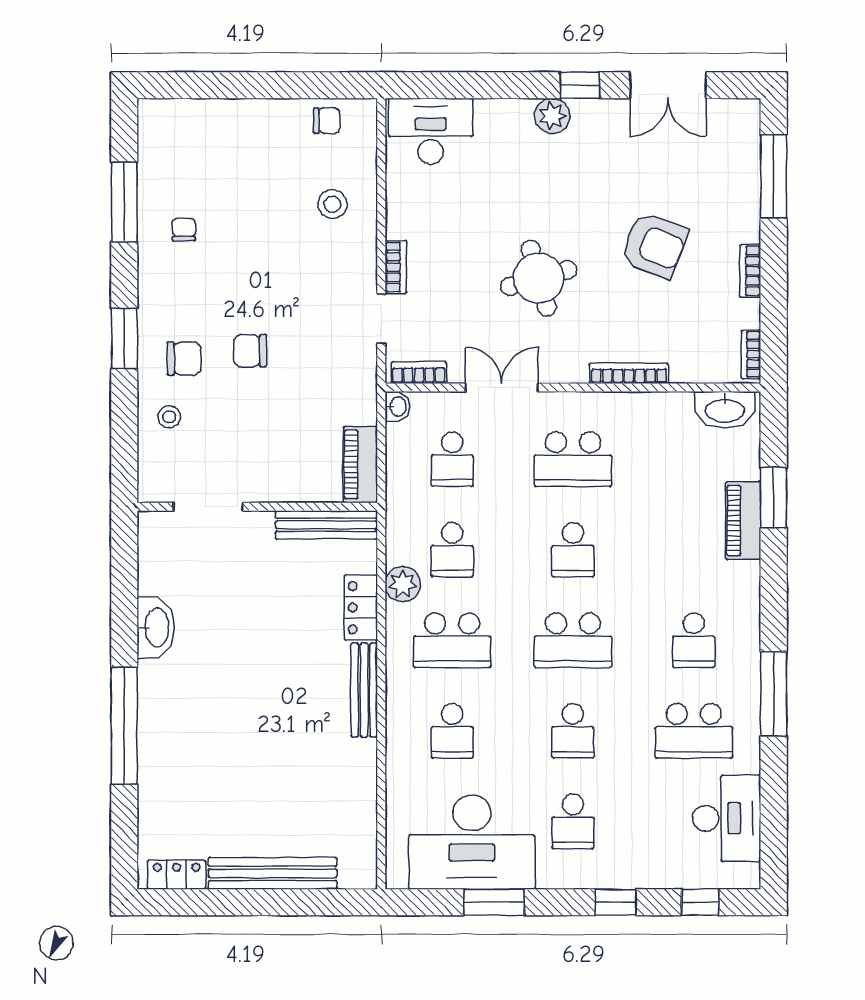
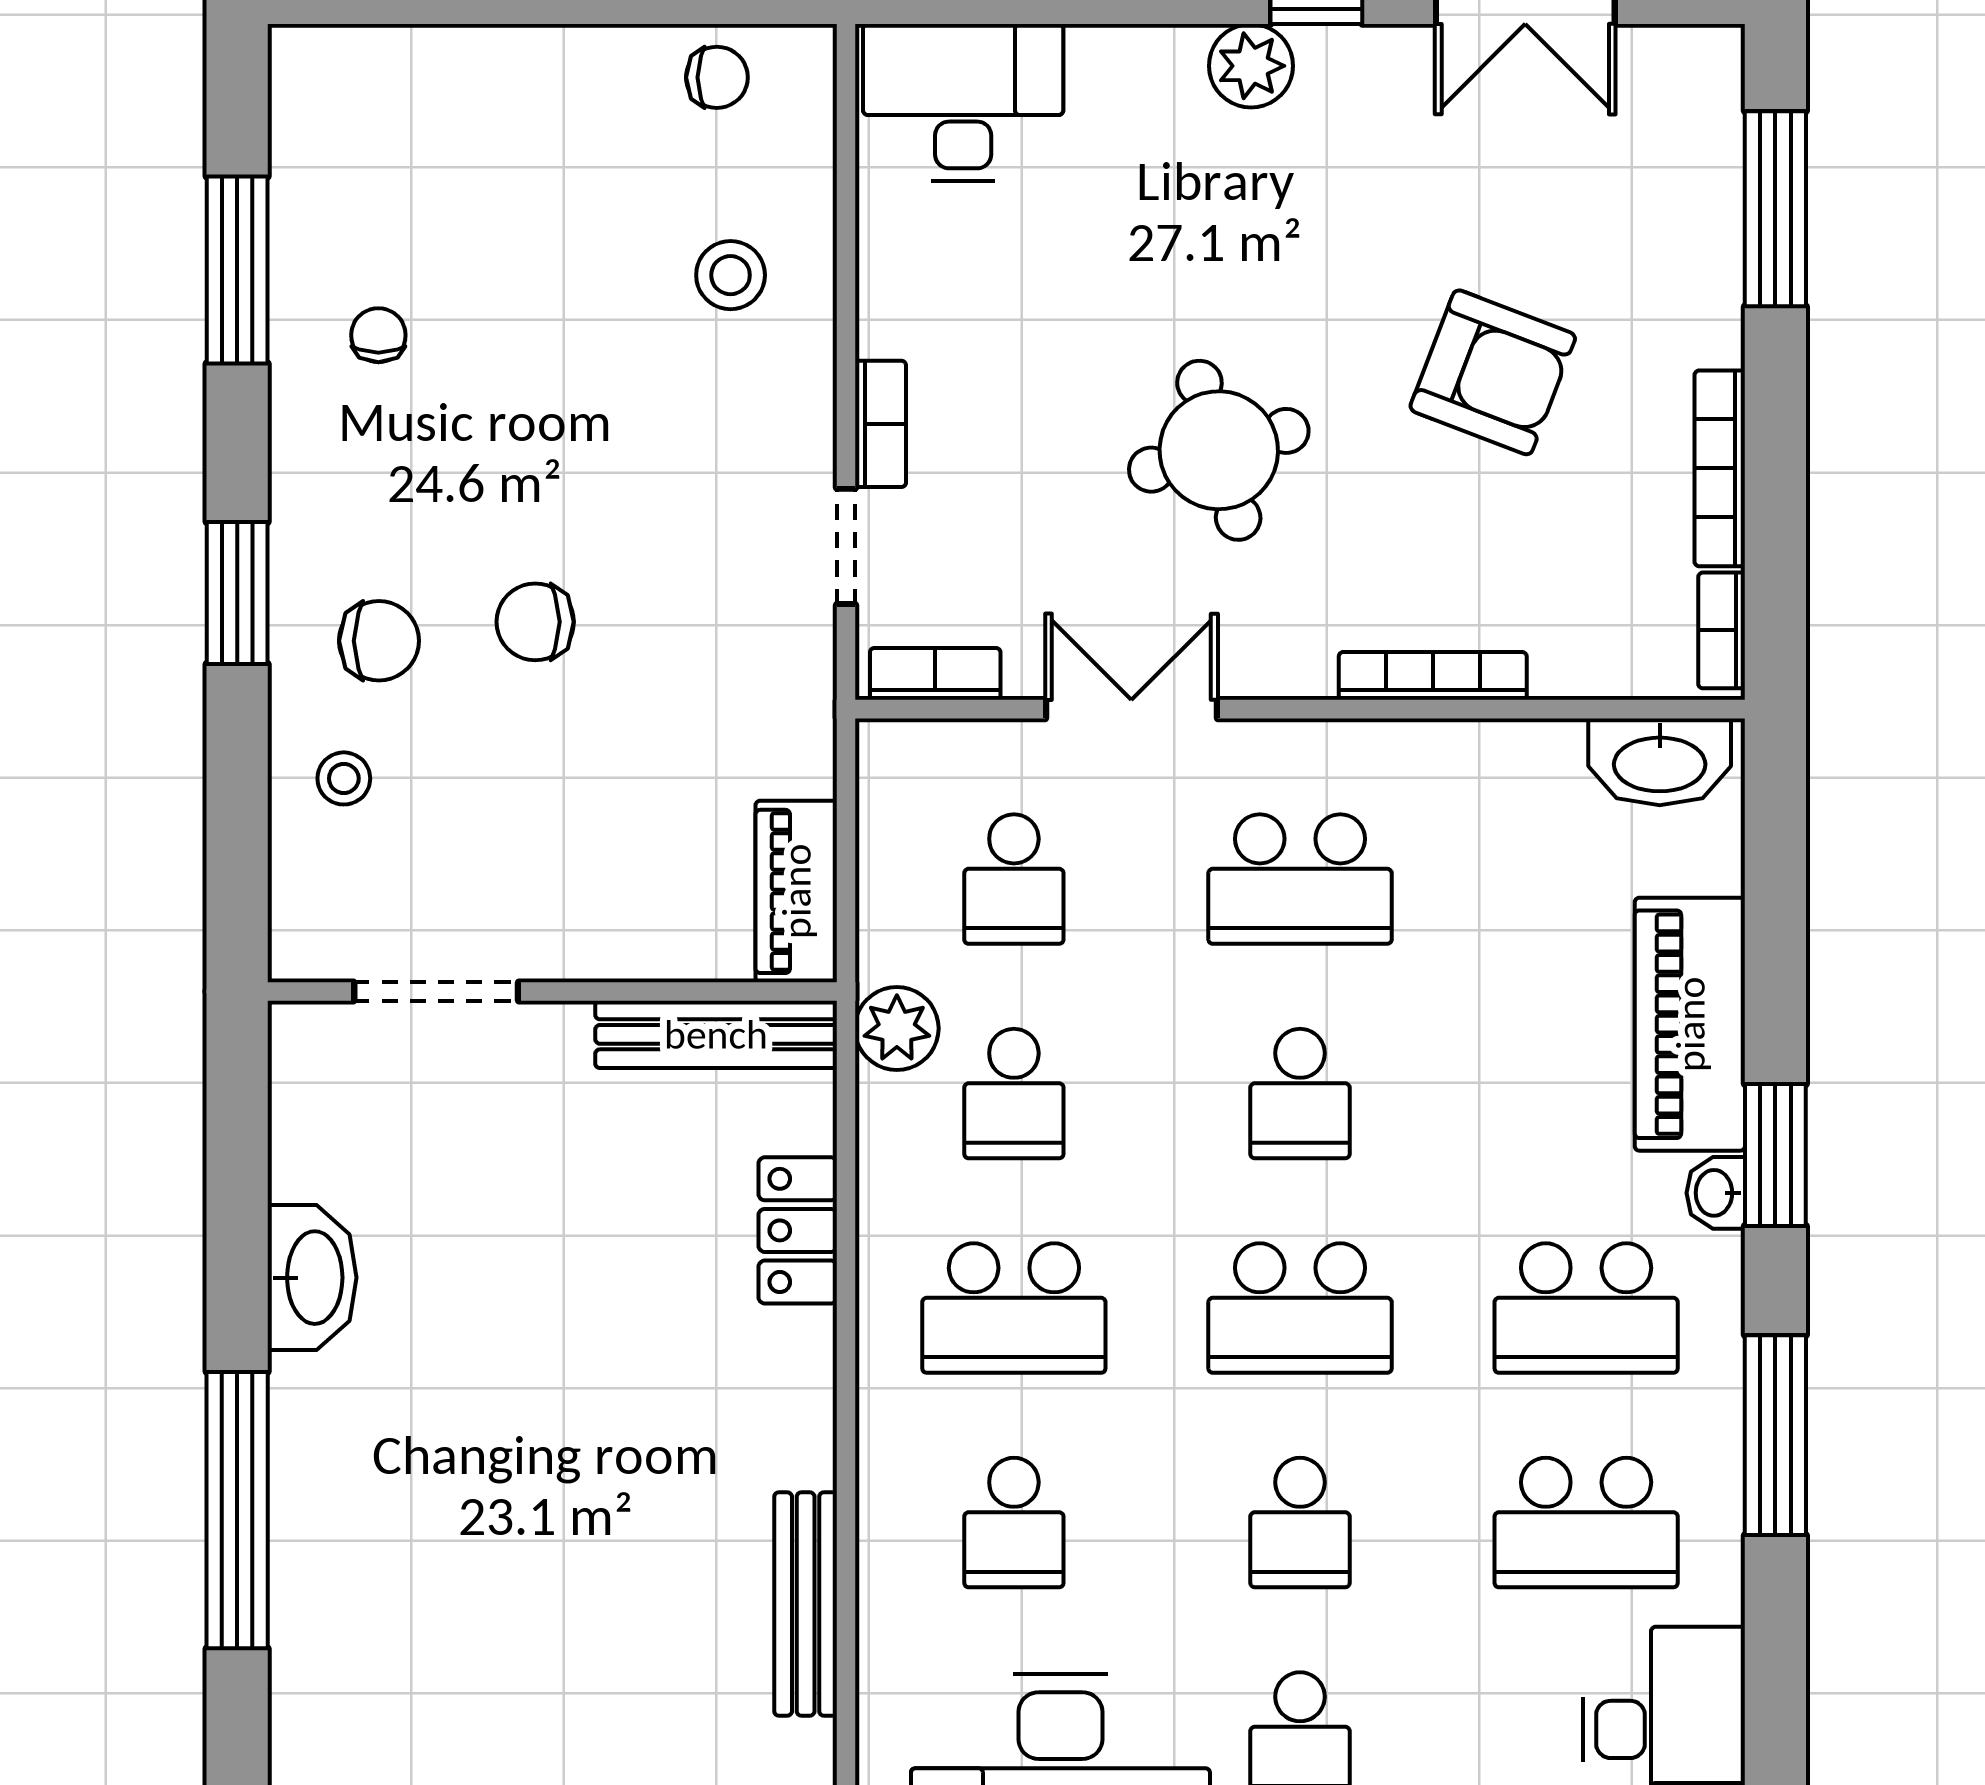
bookcase: (750, 271) -> (1720, 468), width x1.56
washbasin: (397, 407) -> (1716, 1193), moved, turned 180
window: (774, 498) -> (1775, 1155), moved
piano: (743, 520) -> (1690, 1024), width x1.37, depth x1.33
plant: (403, 584) -> (897, 1028), moved
school desk: (694, 640) -> (1586, 1308), width x1.85
bench: (364, 690) -> (806, 1604), moved

